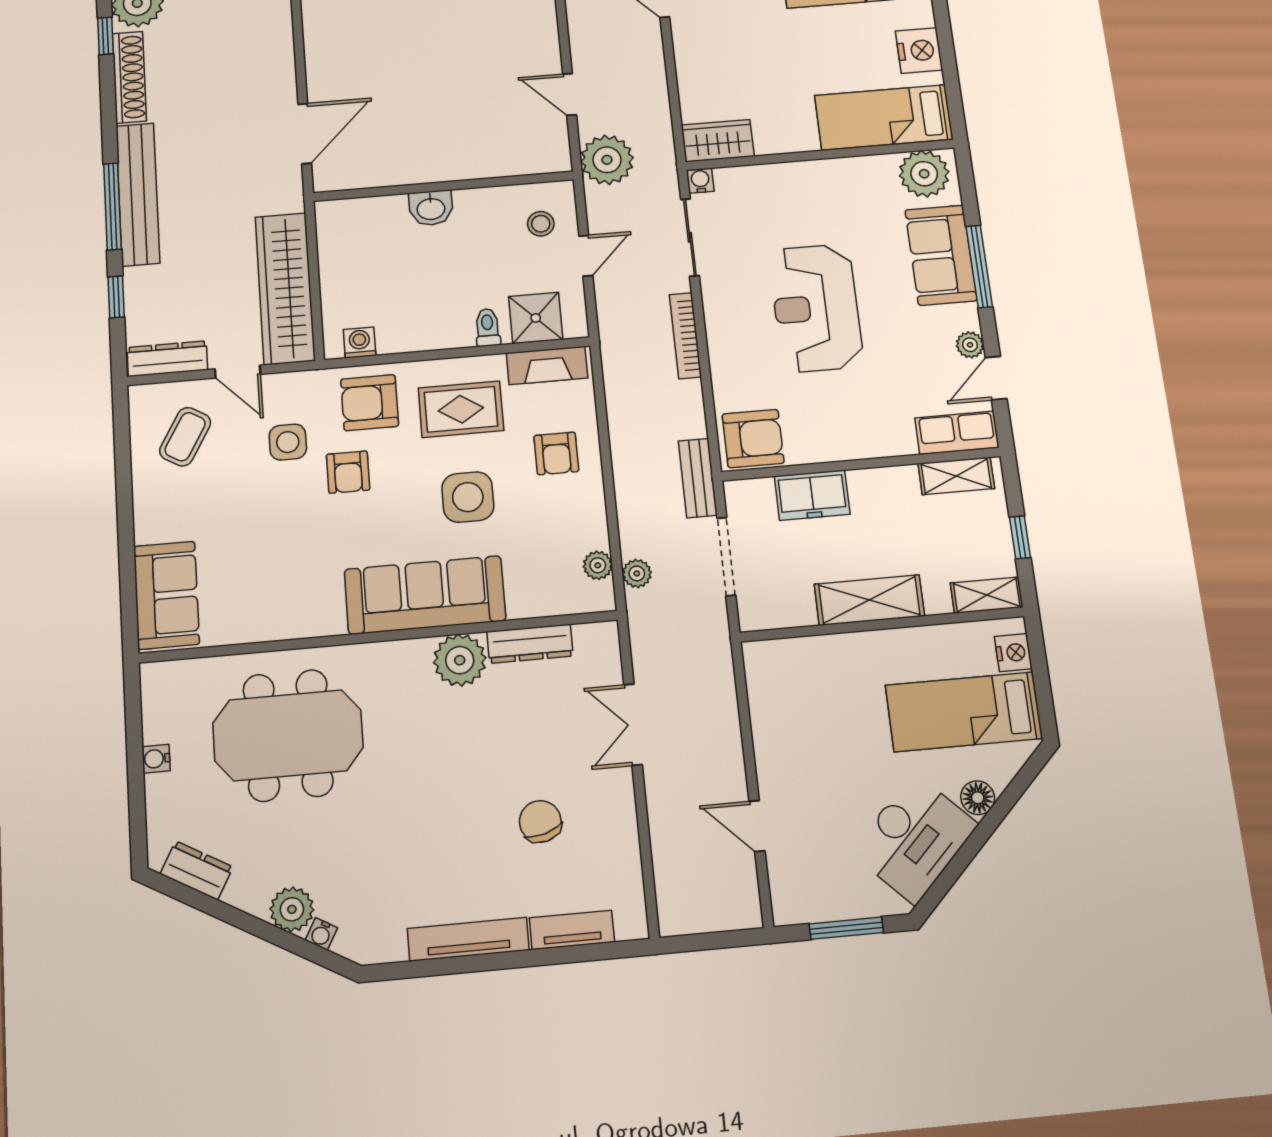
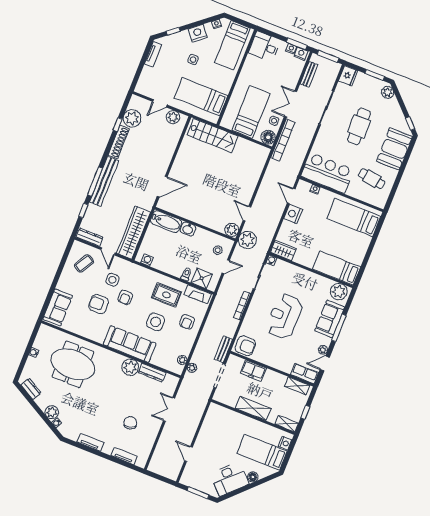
nightstand: (919, 50) -> (293, 214), moved, turned 180
plant: (551, 154) -> (232, 230), added
bathtub: (361, 217) -> (166, 222), added
armchair: (370, 403) -> (99, 304), moved
tv unit: (468, 939) -> (90, 442), width x0.71

